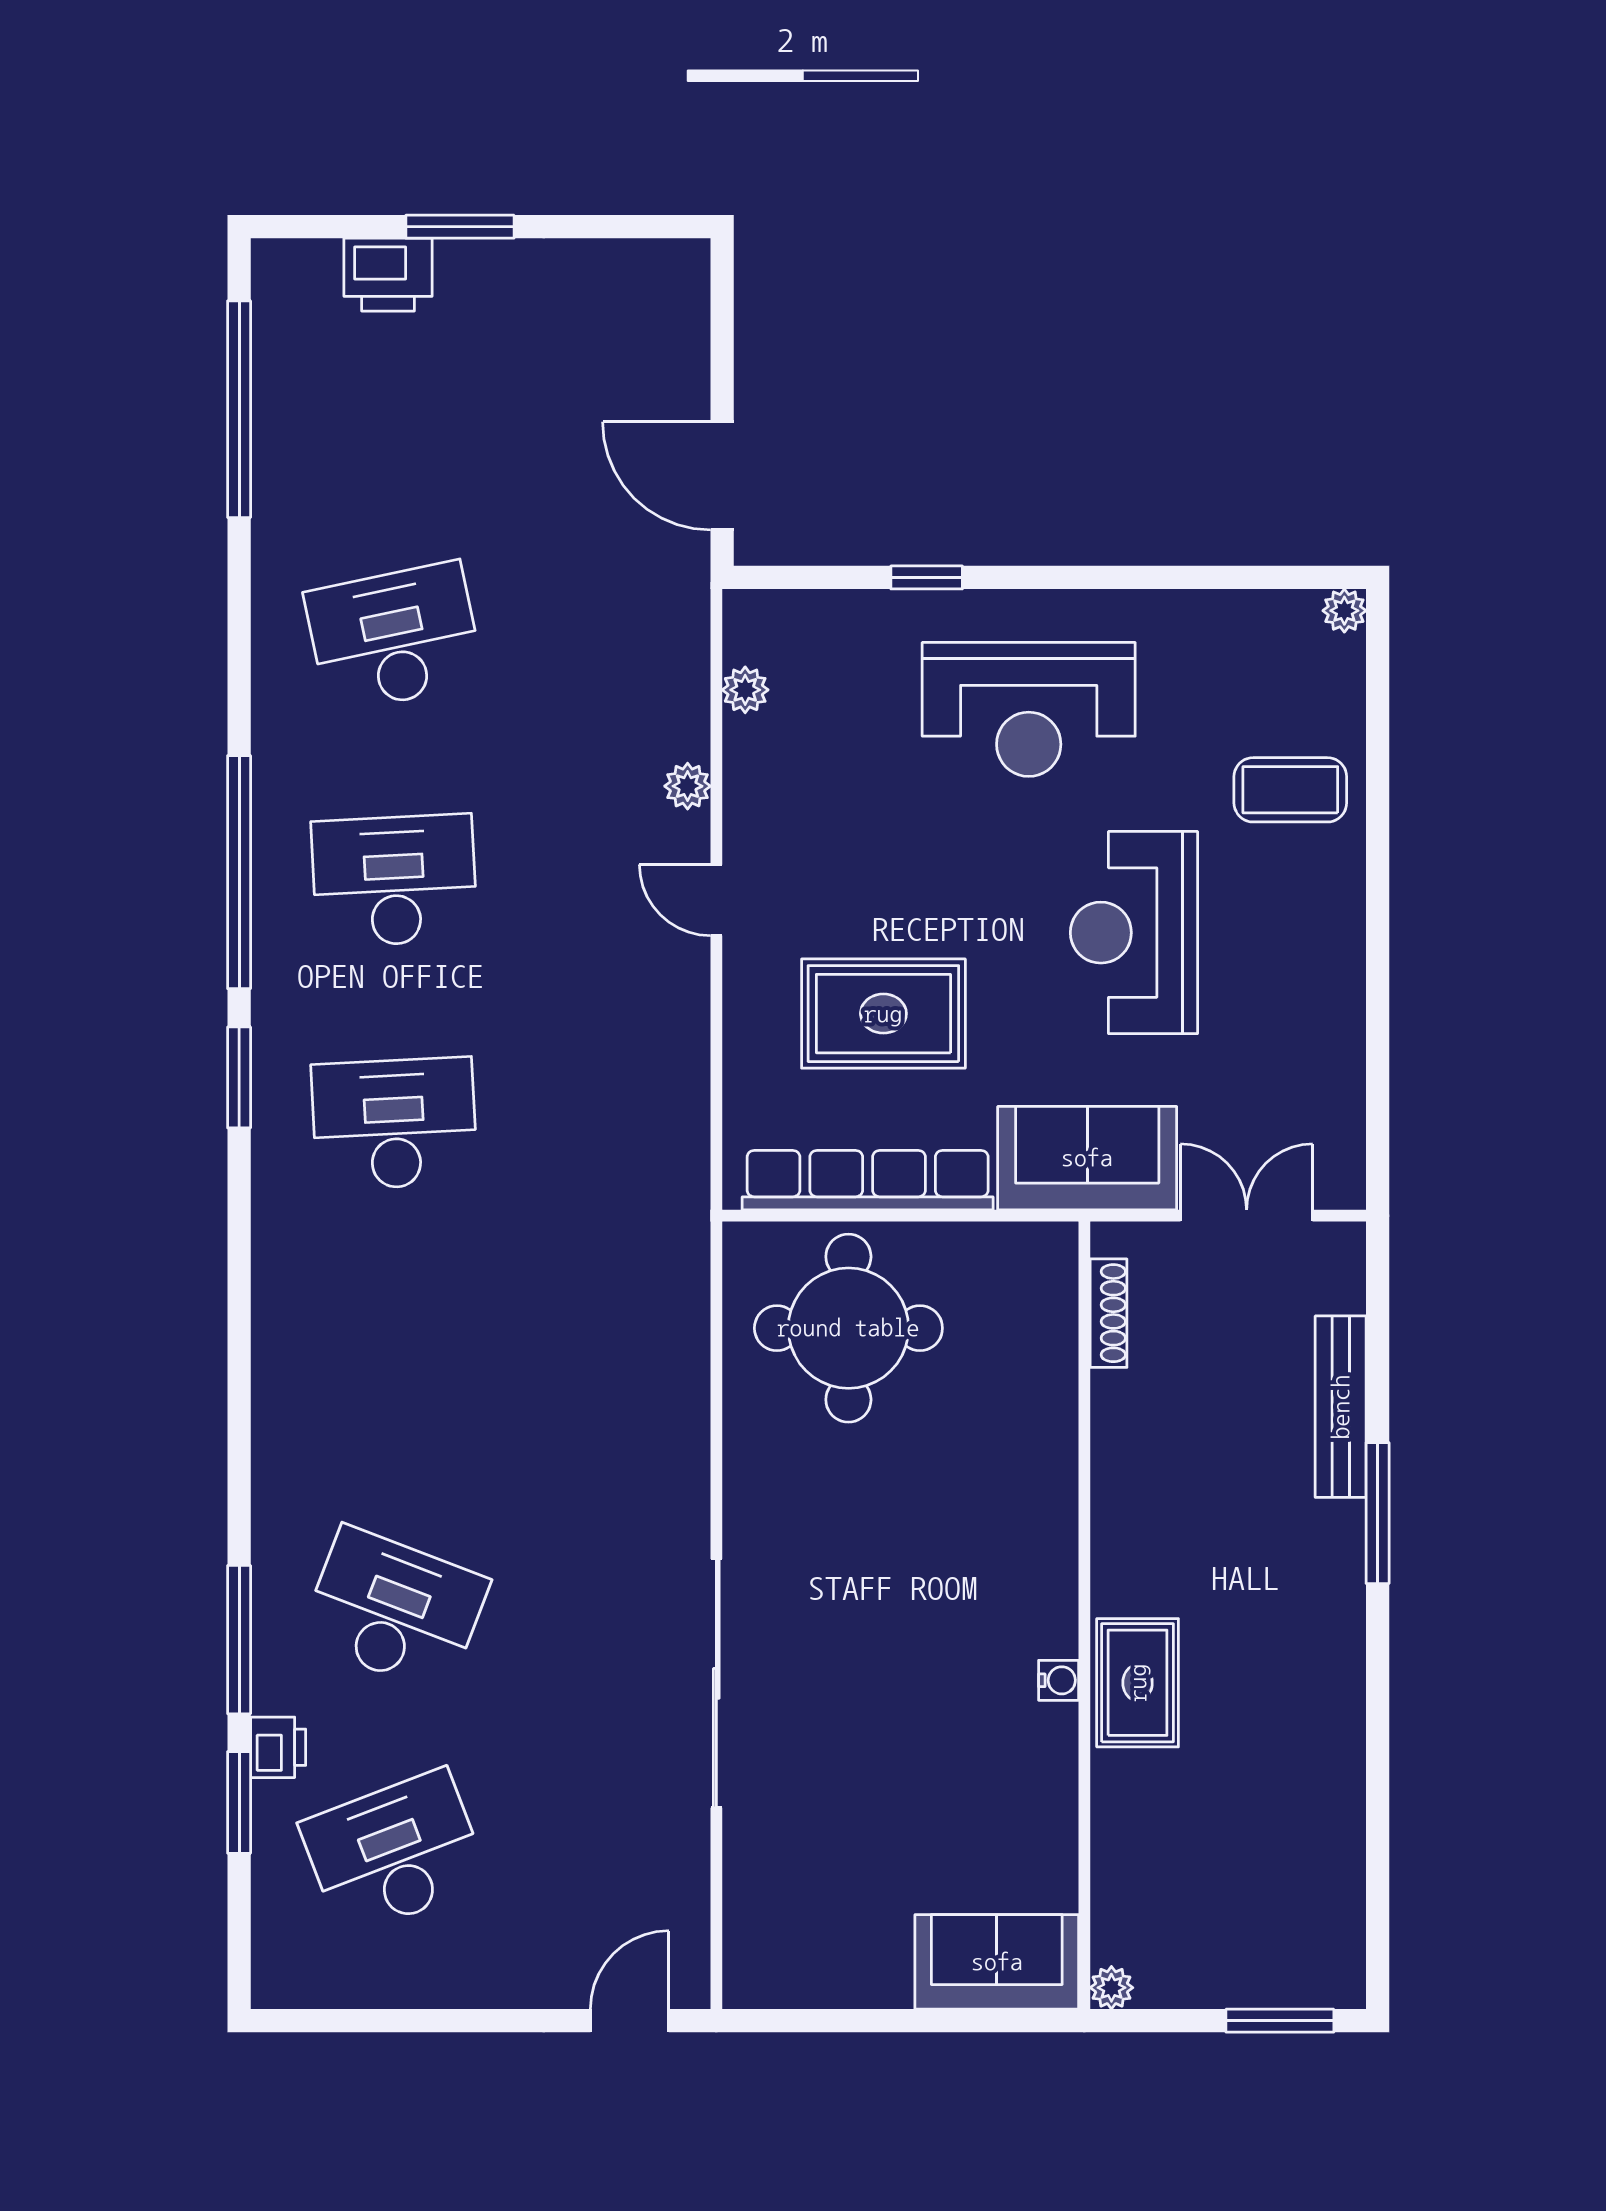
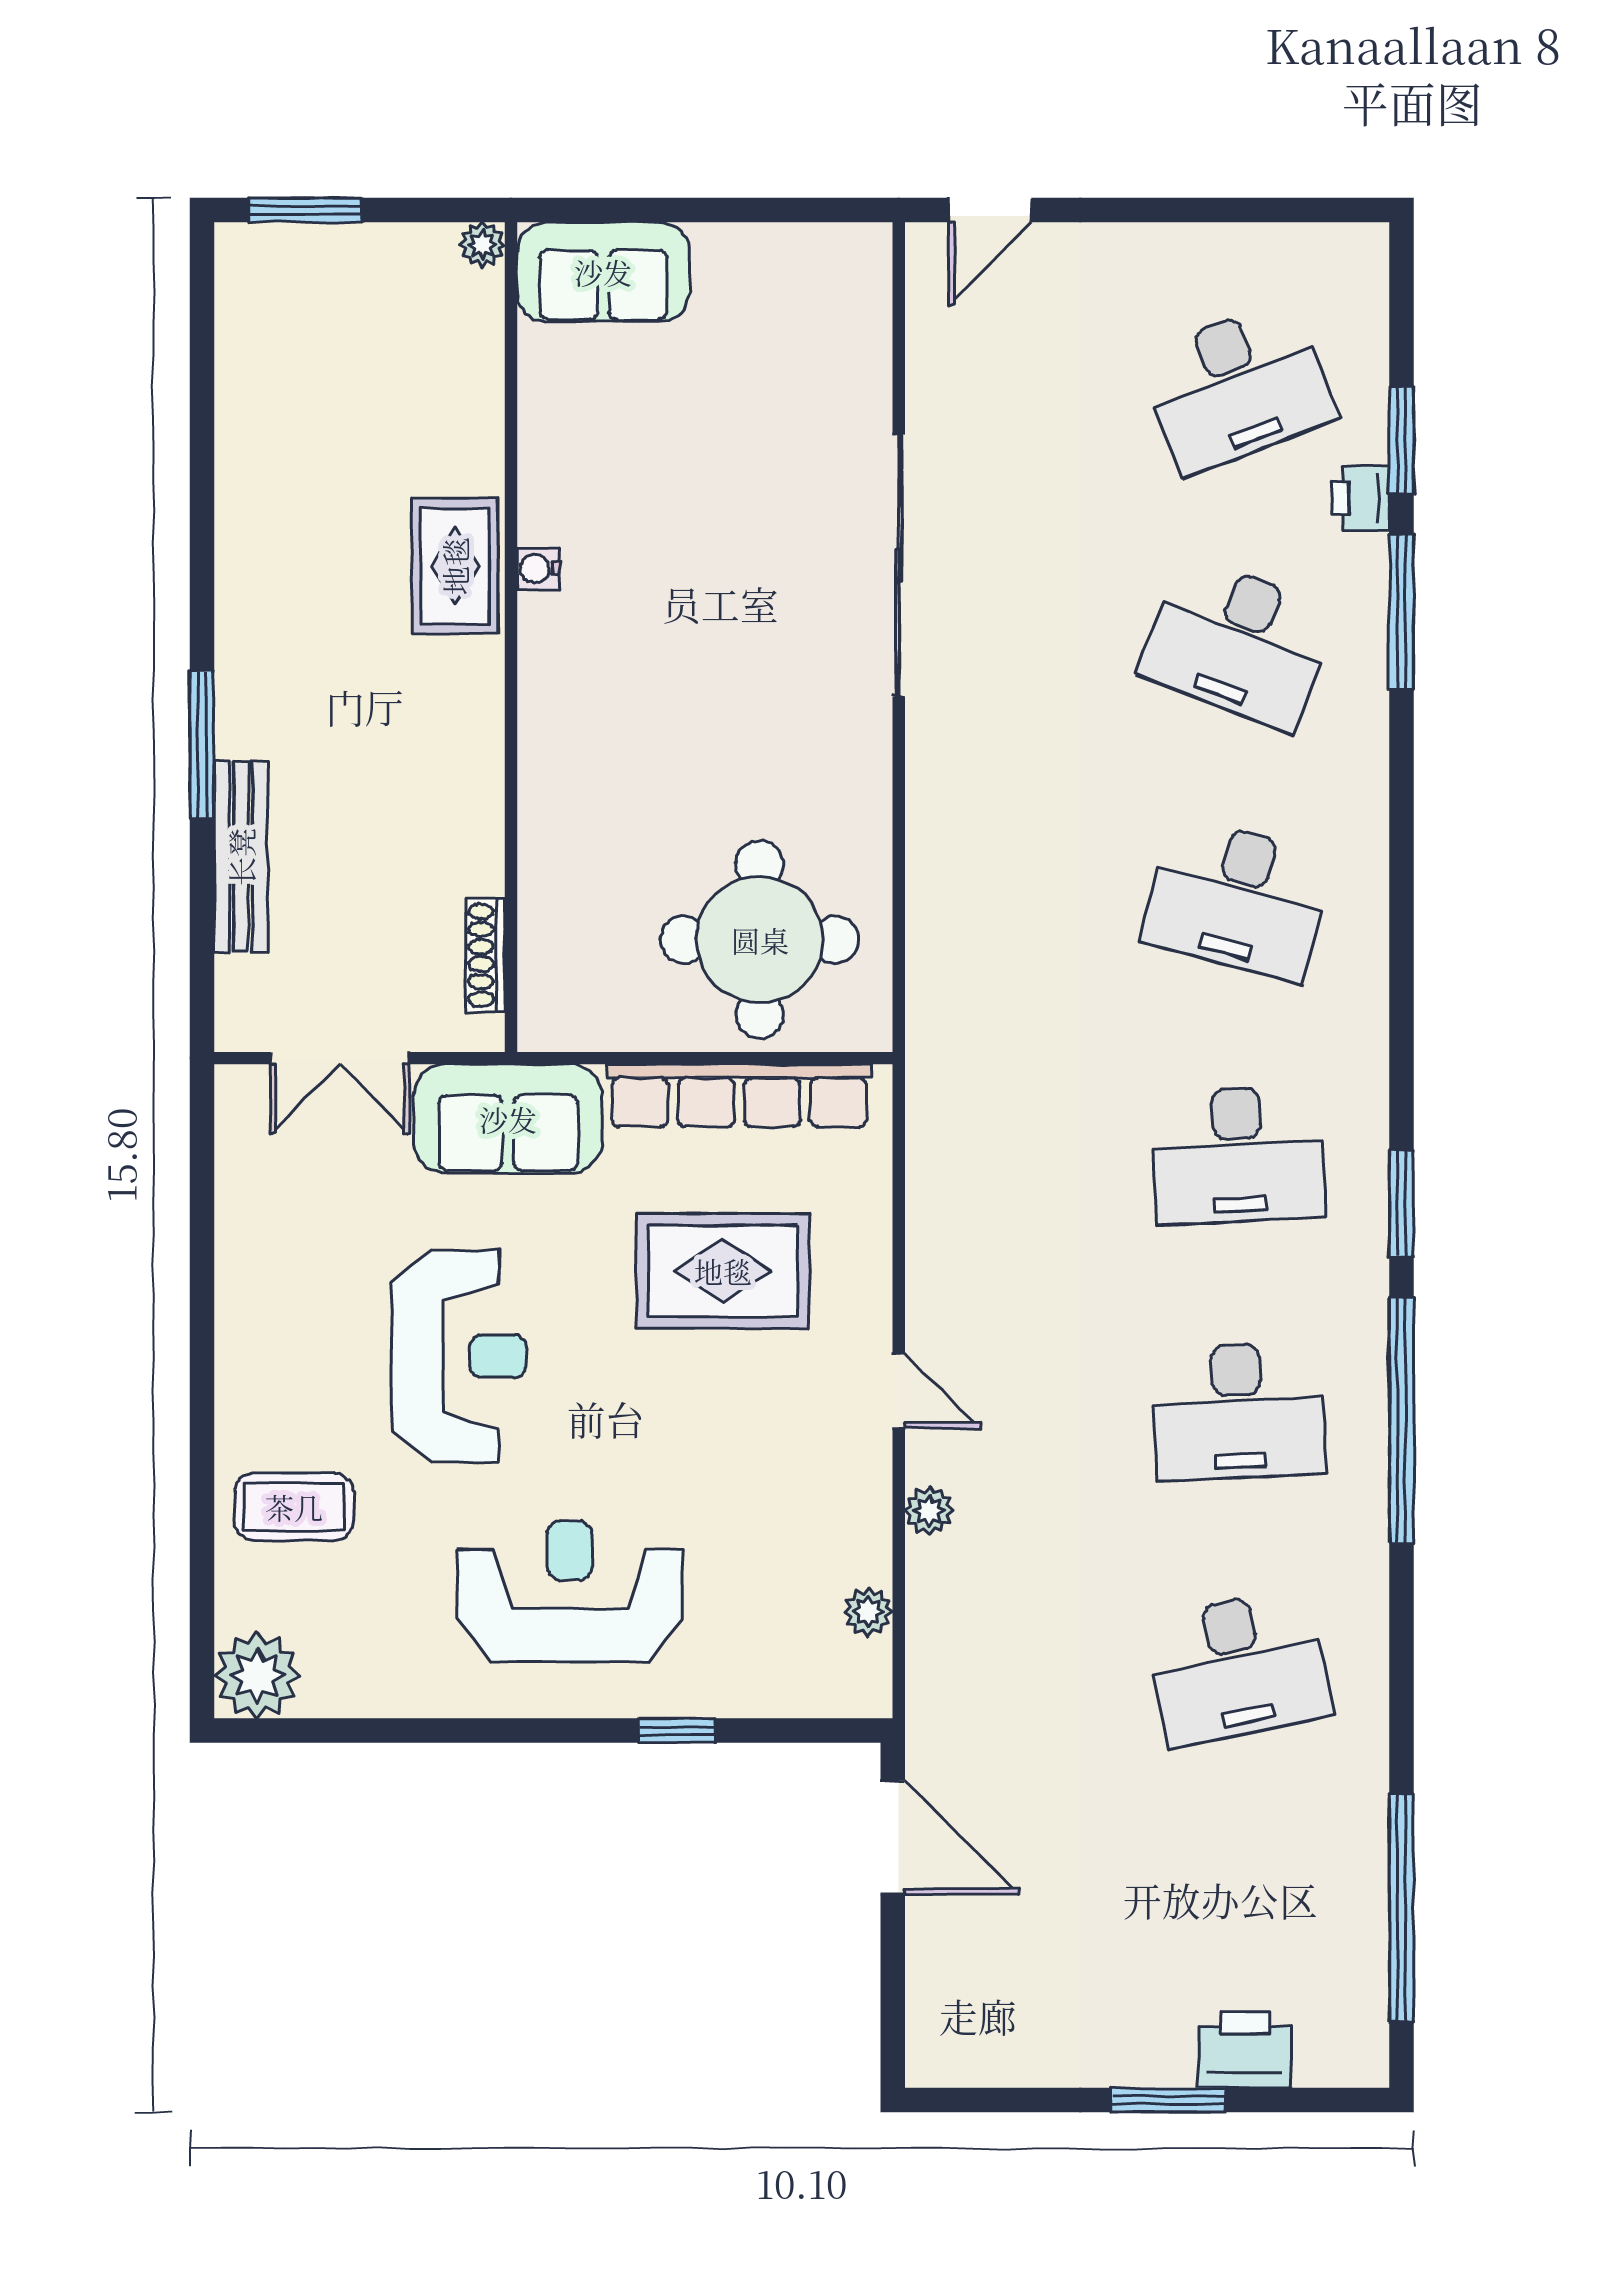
plant: (1344, 611) -> (257, 1675), width x1.88, depth x1.88
desk: (394, 1367) -> (1238, 899), added

